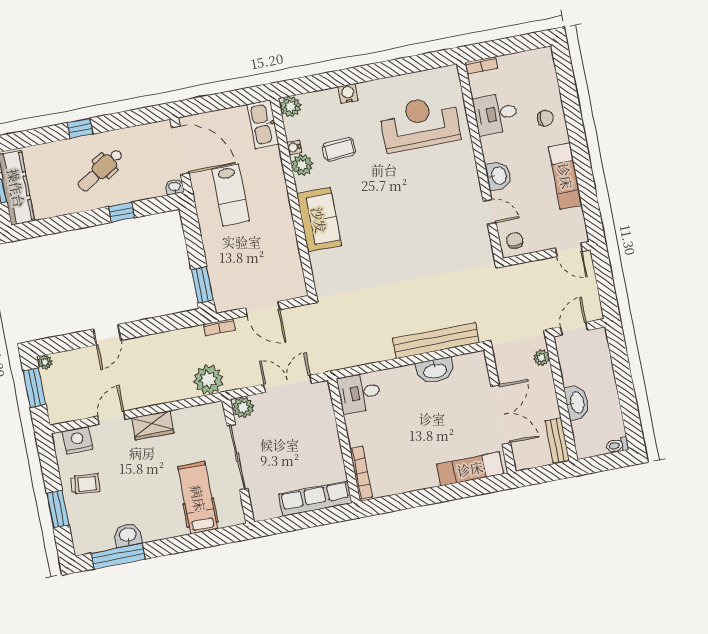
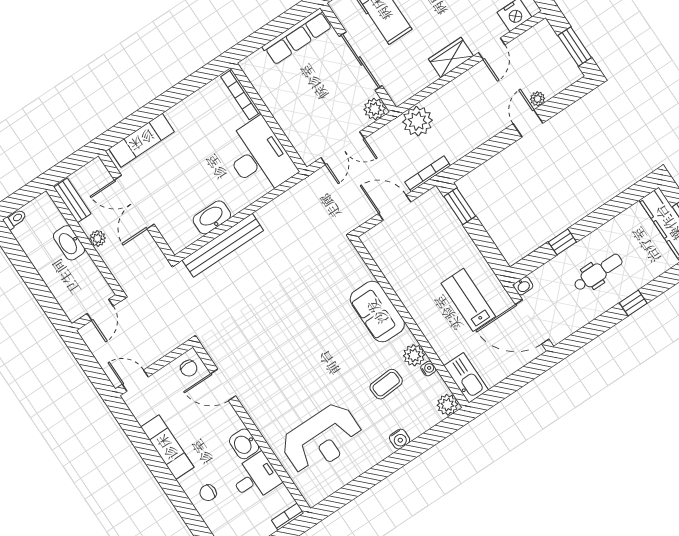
dental chair: (100, 170) -> (598, 272), turned 32
washbasin: (498, 176) -> (244, 444), moved
door: (490, 212) -> (223, 385), width x1.38
bookcase: (219, 327) -> (428, 174), width x1.56
plant: (541, 358) -> (98, 238), moved
plant: (45, 362) -> (538, 99), moved
desk: (359, 393) -> (259, 157), width x1.87, depth x1.30
row of seats: (315, 499) -> (297, 37), moved

